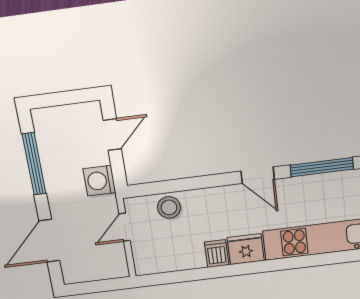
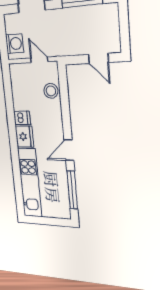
washing machine: (99, 181) -> (15, 44), moved, turned 90

